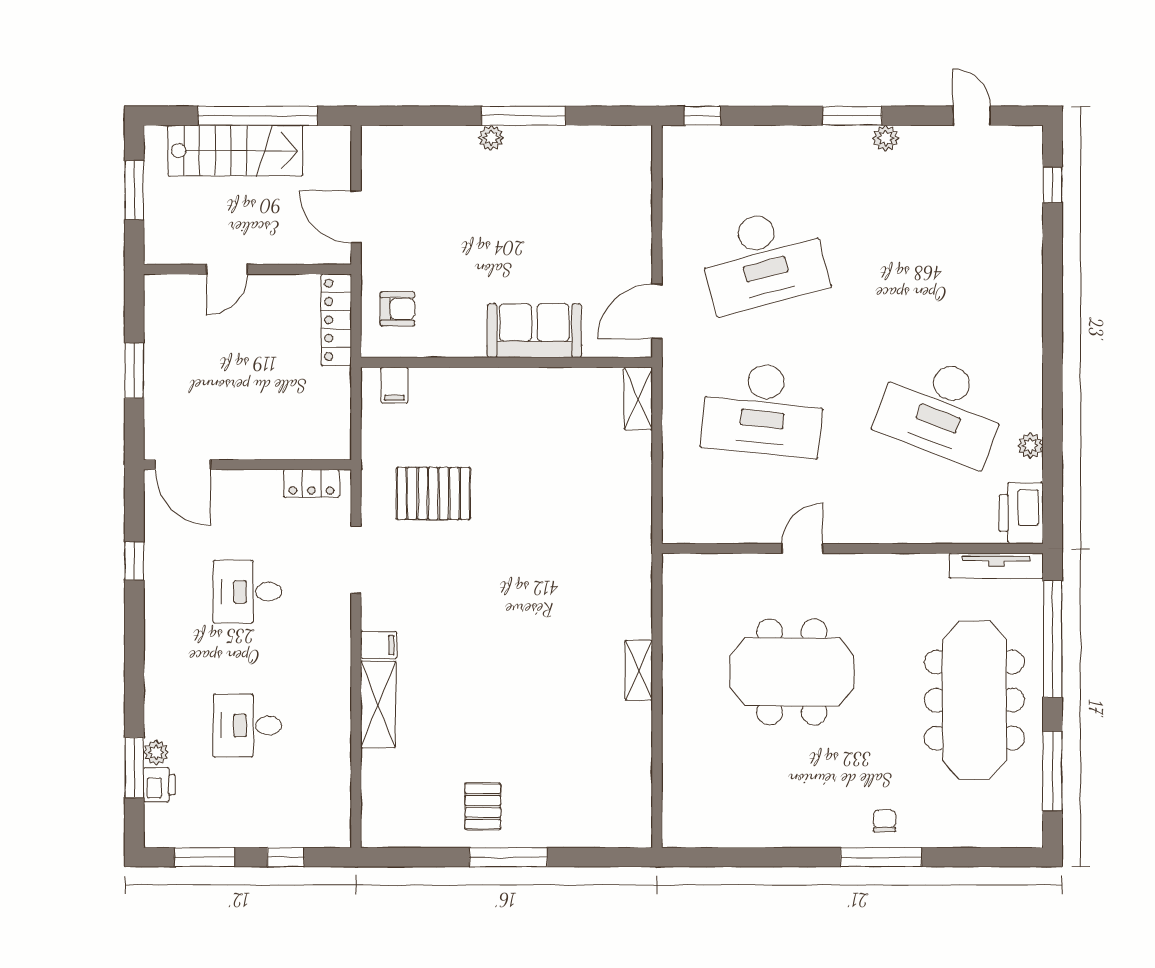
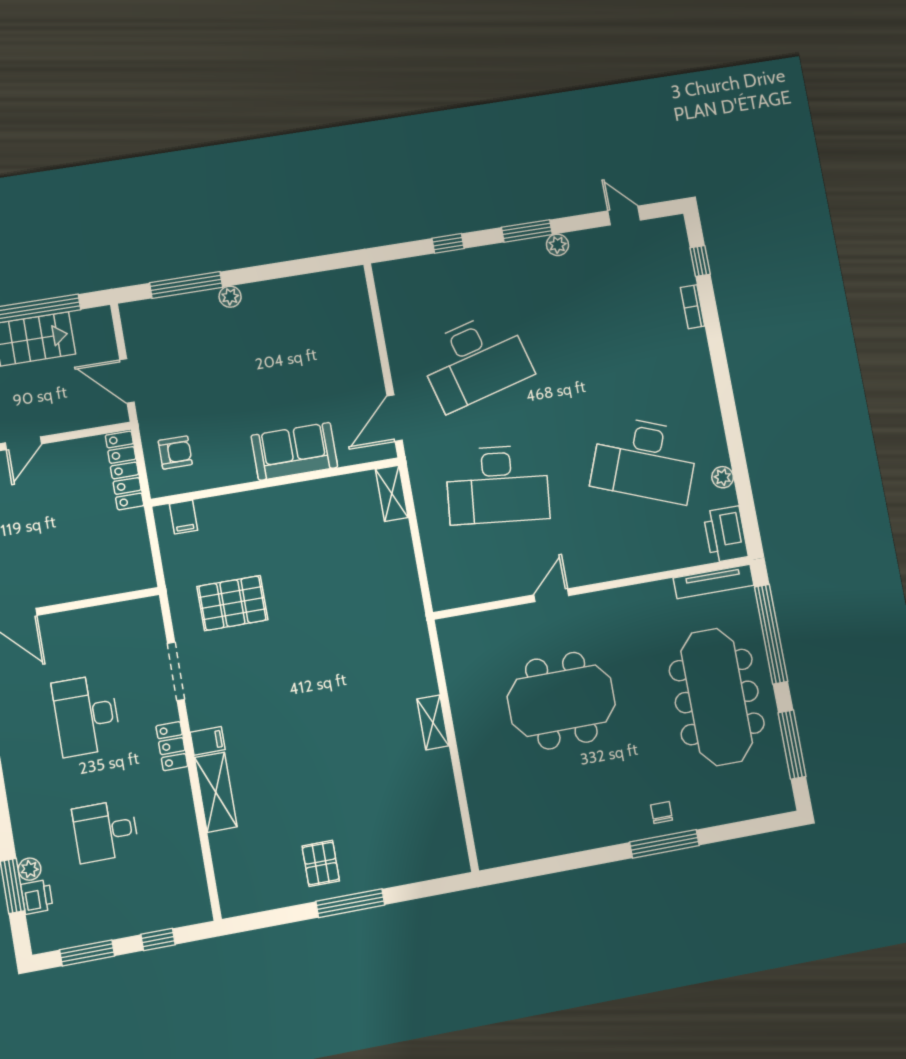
window: (524, 116) -> (186, 285), moved
window: (702, 116) -> (448, 243), moved
bookcase: (1033, 238) -> (693, 307), added
locker: (311, 483) -> (172, 746), moved, turned 90
desk: (248, 592) -> (87, 715), width x1.37

